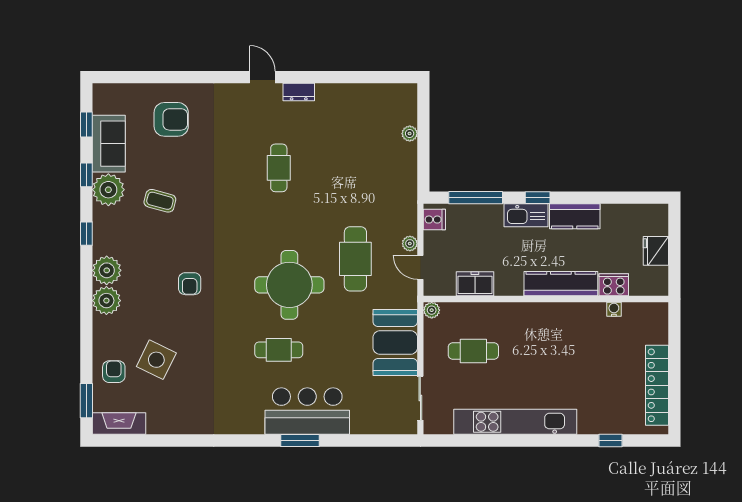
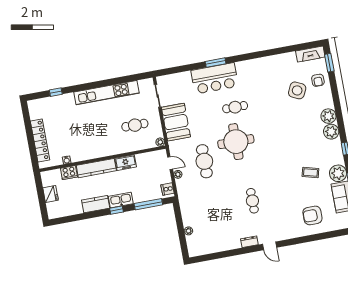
armchair: (190, 284) -> (287, 133), removed
freezer: (475, 284) -> (126, 163), moved
locker: (657, 385) -> (40, 140), moved

